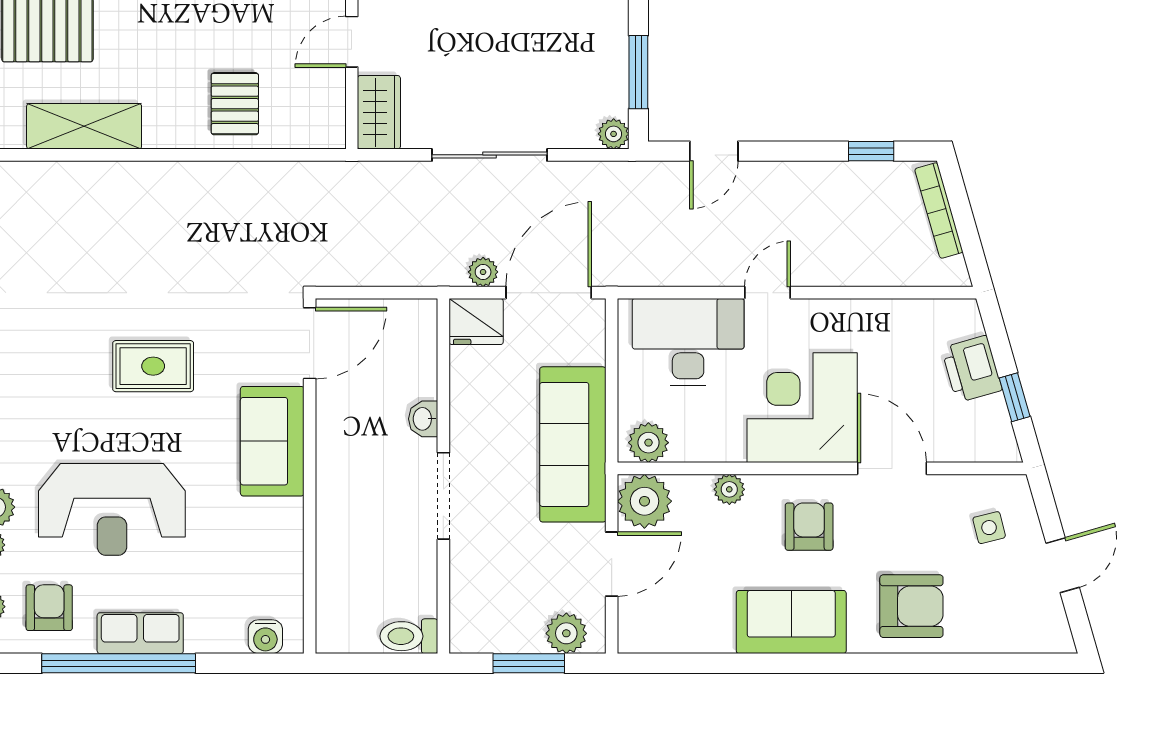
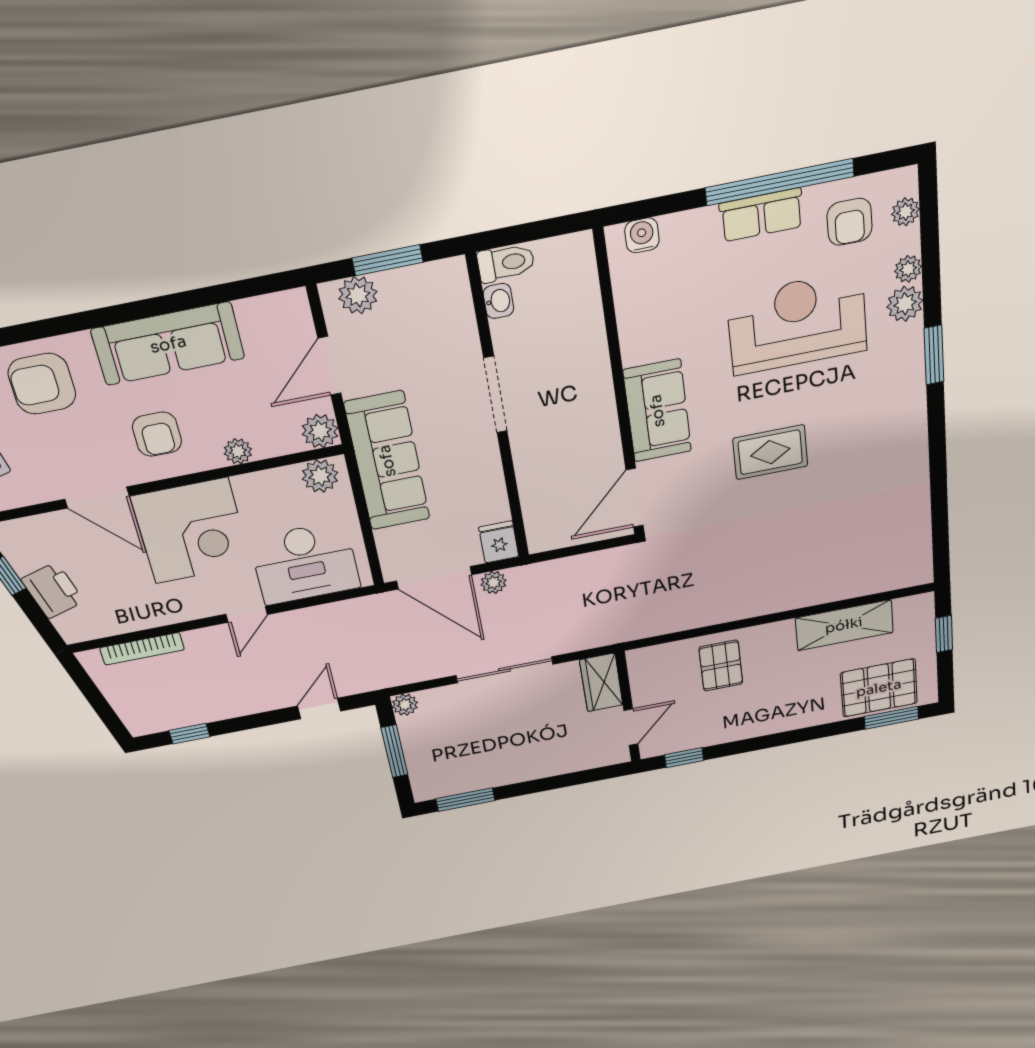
bookcase: (939, 211) -> (142, 649), moved, turned 106
door: (549, 293) -> (434, 578), hinge flipped
fridge: (476, 322) -> (499, 542), width x0.72
washbasin: (423, 419) -> (498, 301), moved
plant: (644, 501) -> (320, 431), width x0.73, depth x0.73
sofa: (791, 622) -> (168, 344), width x1.36

